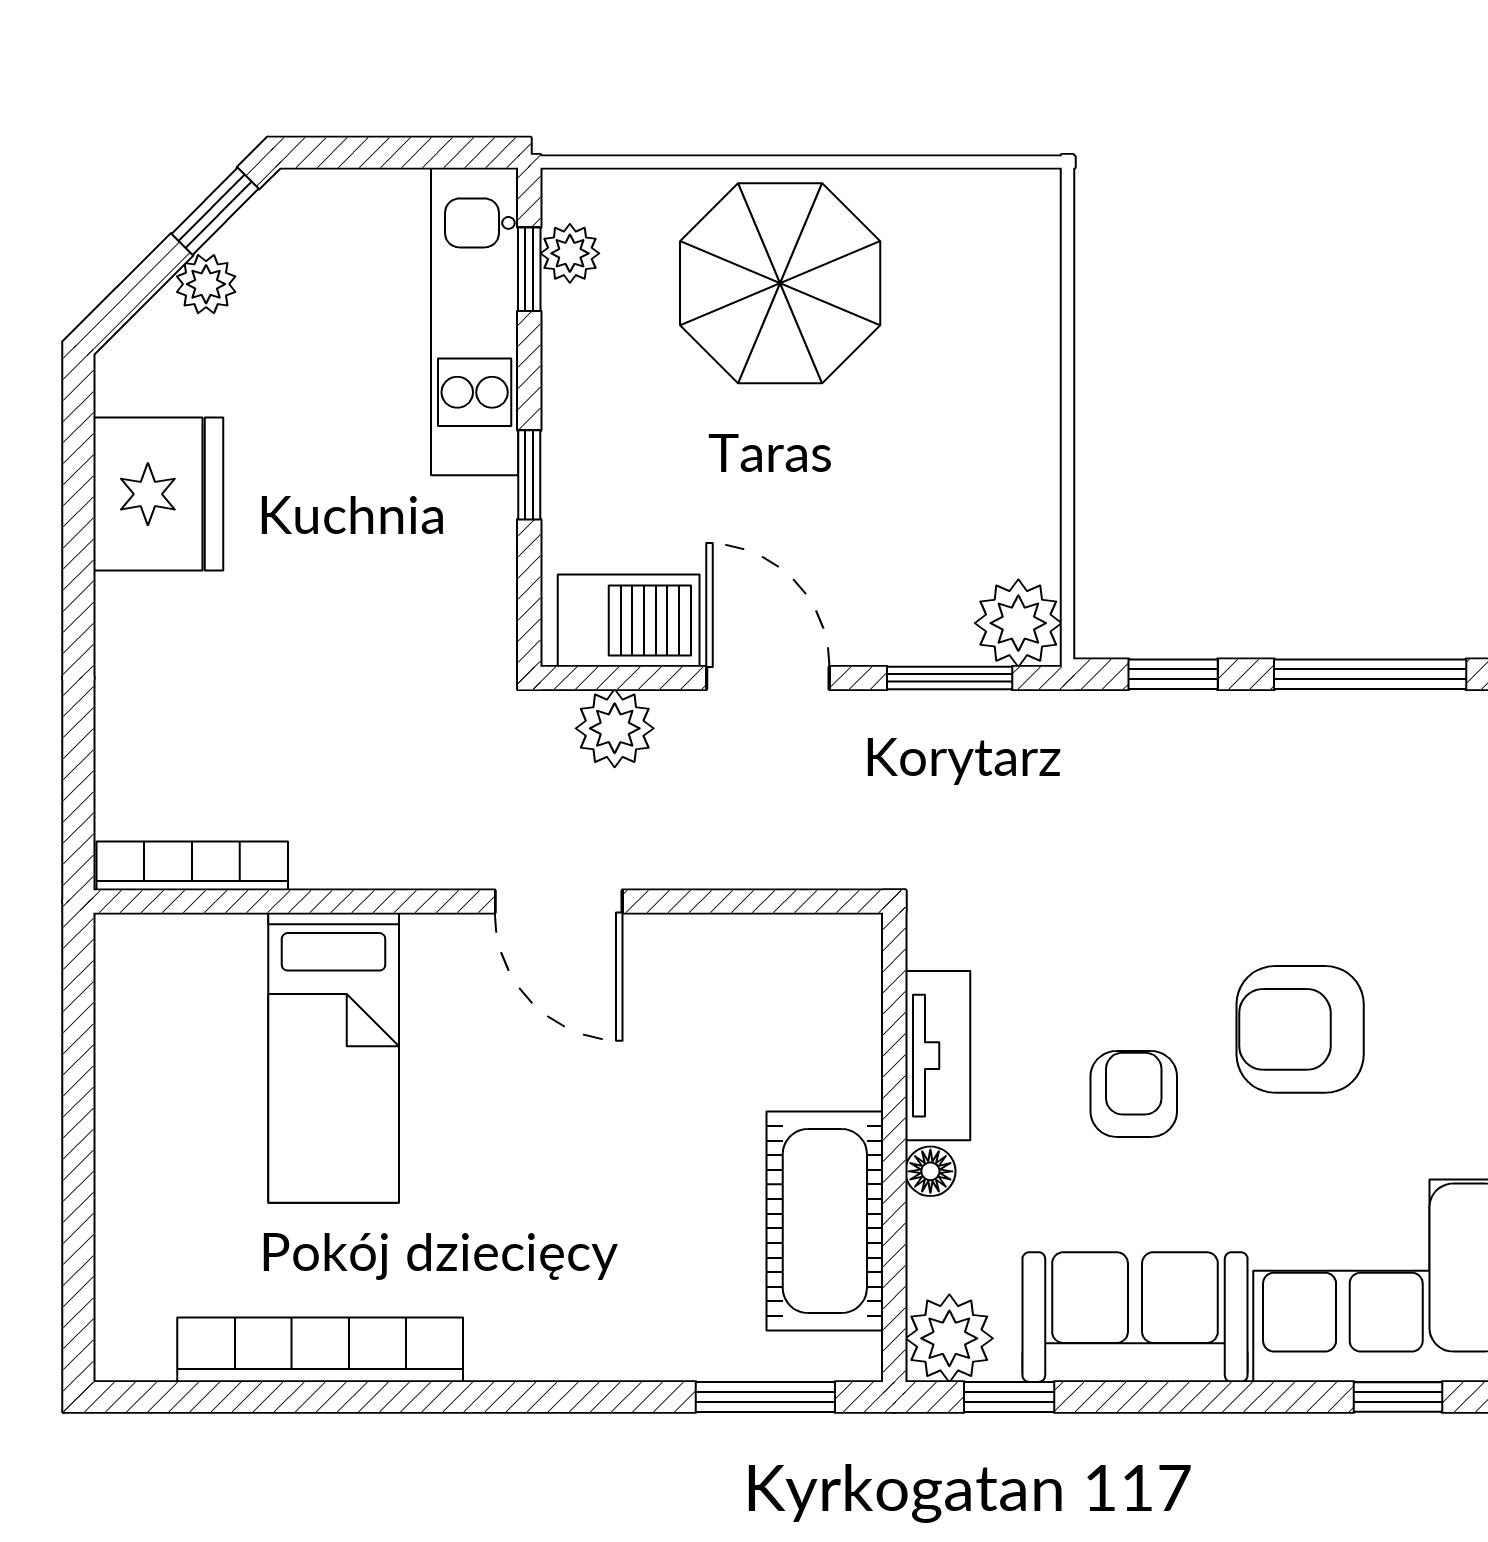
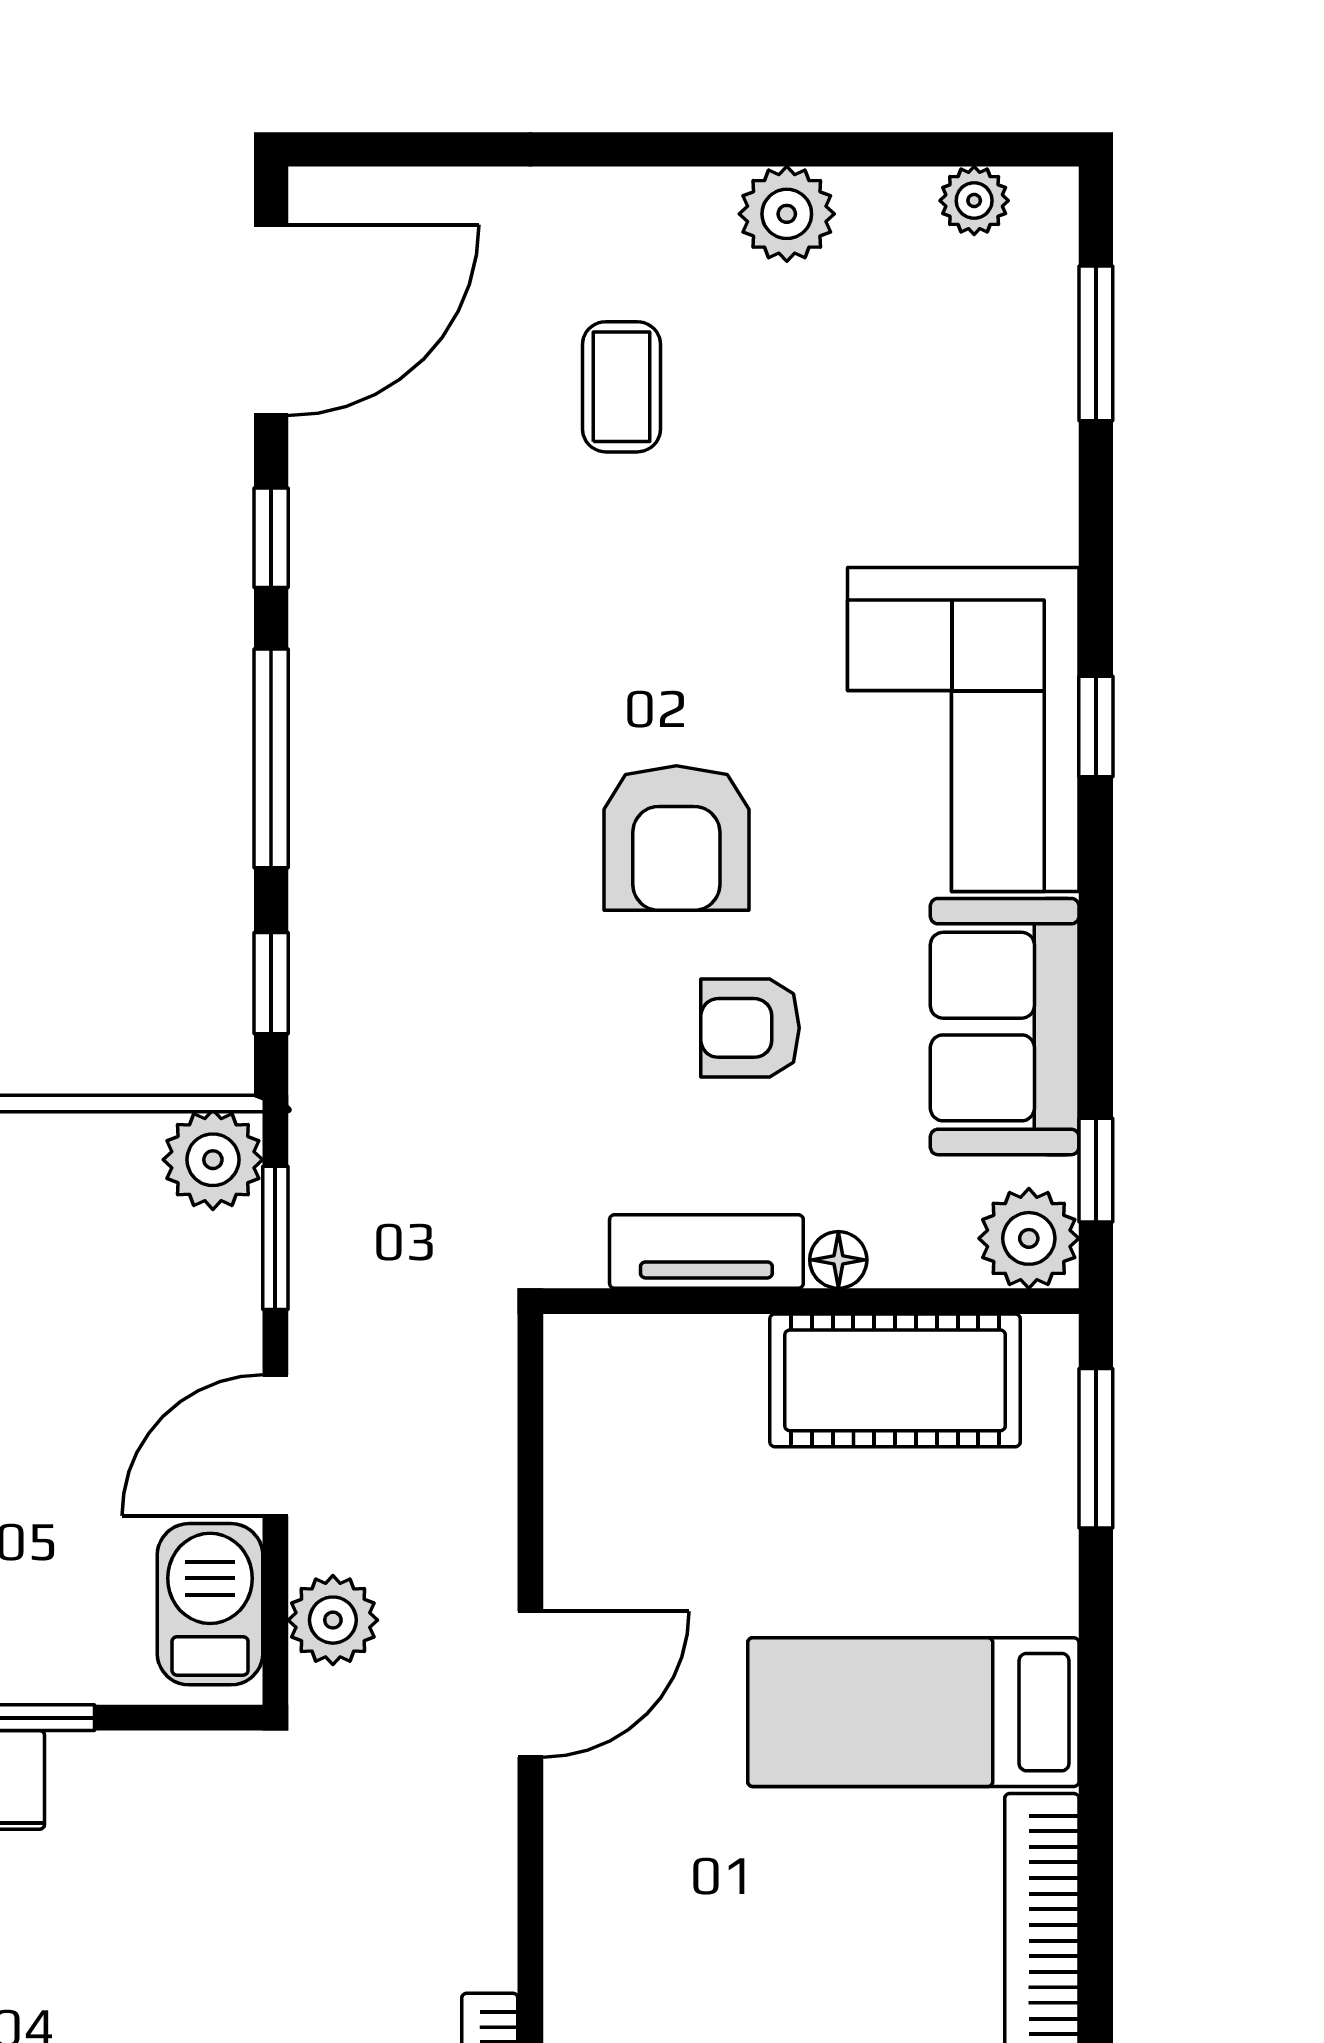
bed: (334, 1058) -> (913, 1712), moved, turned 180

